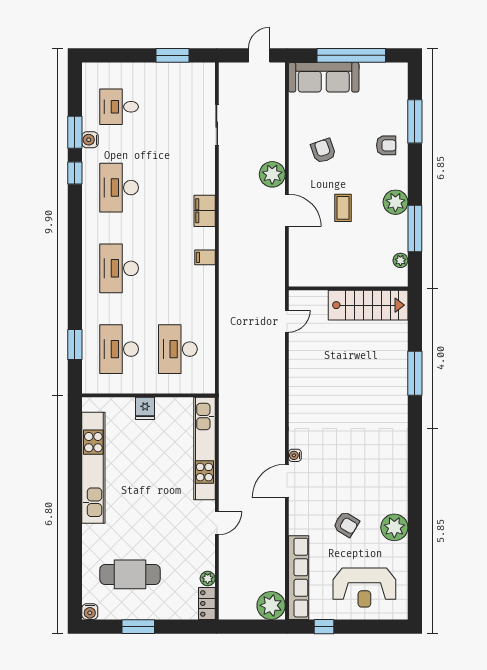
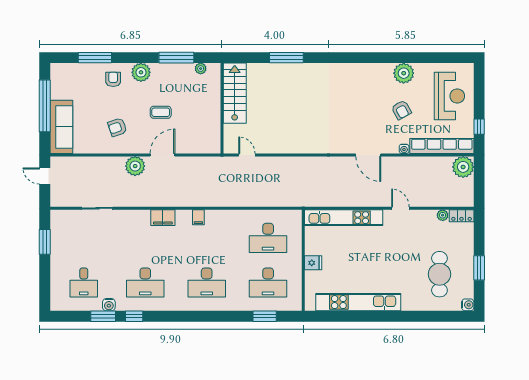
plant: (395, 202) -> (141, 72), moved
water cooler: (295, 455) -> (404, 149), moved
armchair: (346, 524) -> (401, 110), turned 120

